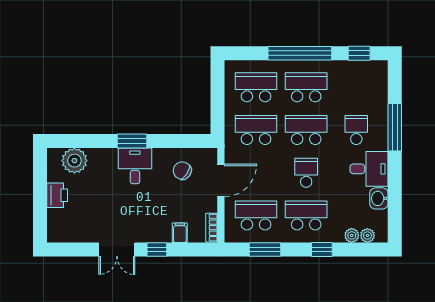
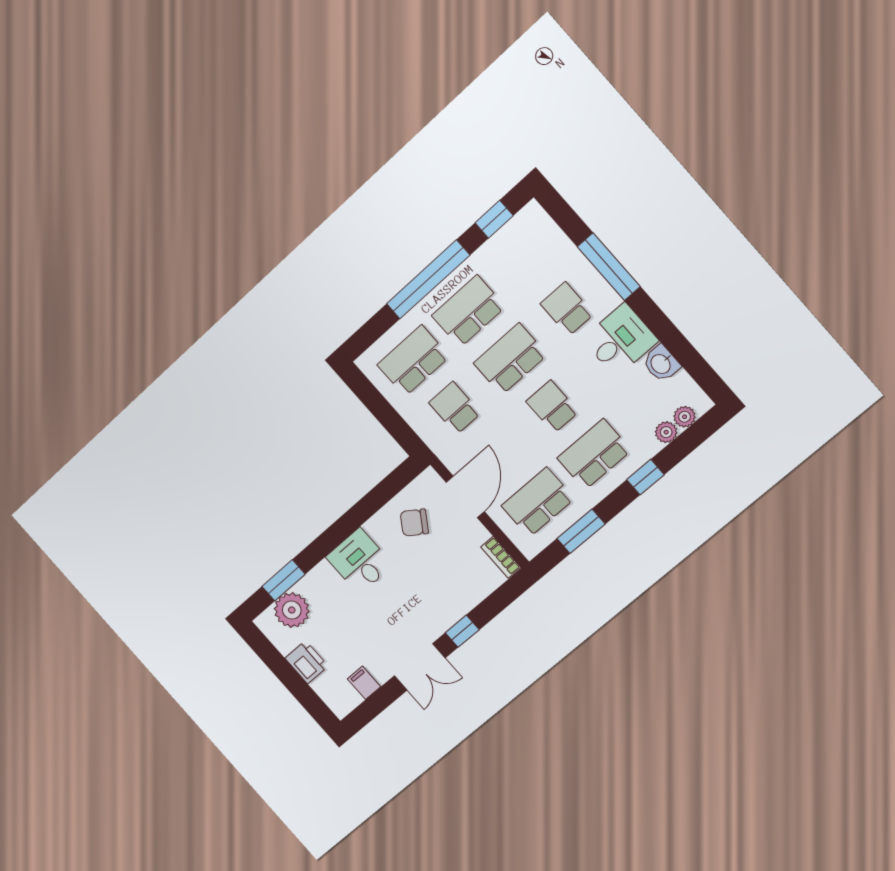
school desk: (256, 130) -> (455, 408), width x0.54
window: (132, 141) -> (284, 580), moved
filing cabinet: (180, 233) -> (364, 683), moved

